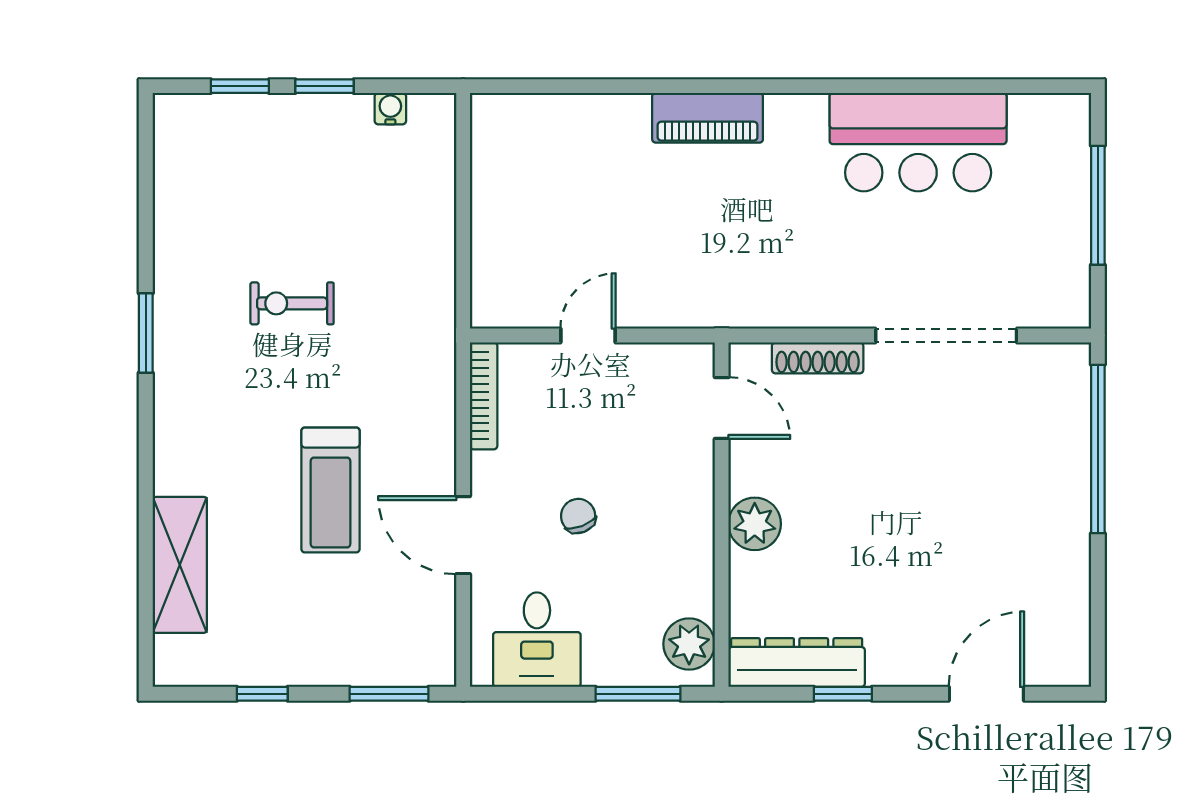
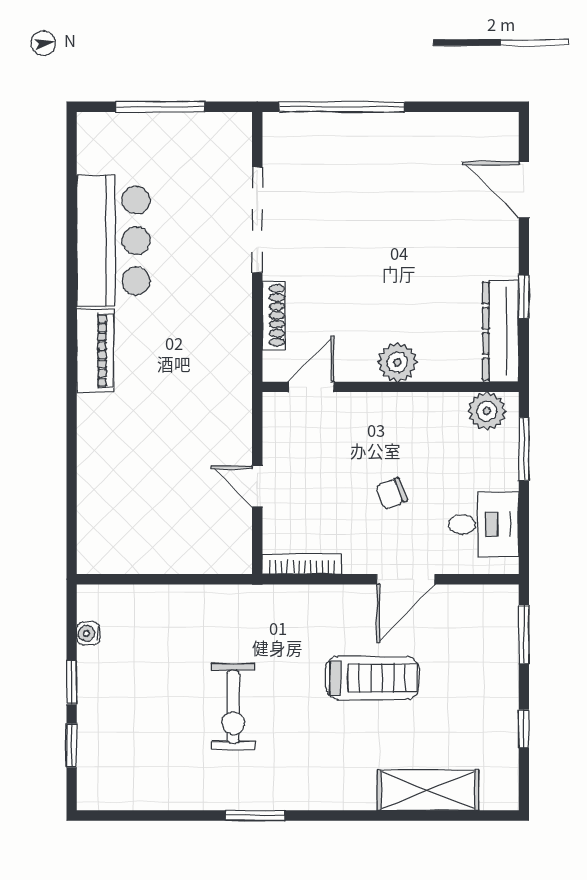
piano: (708, 118) -> (95, 350), moved
exercise bike: (292, 303) -> (233, 707), width x1.38, depth x1.39

